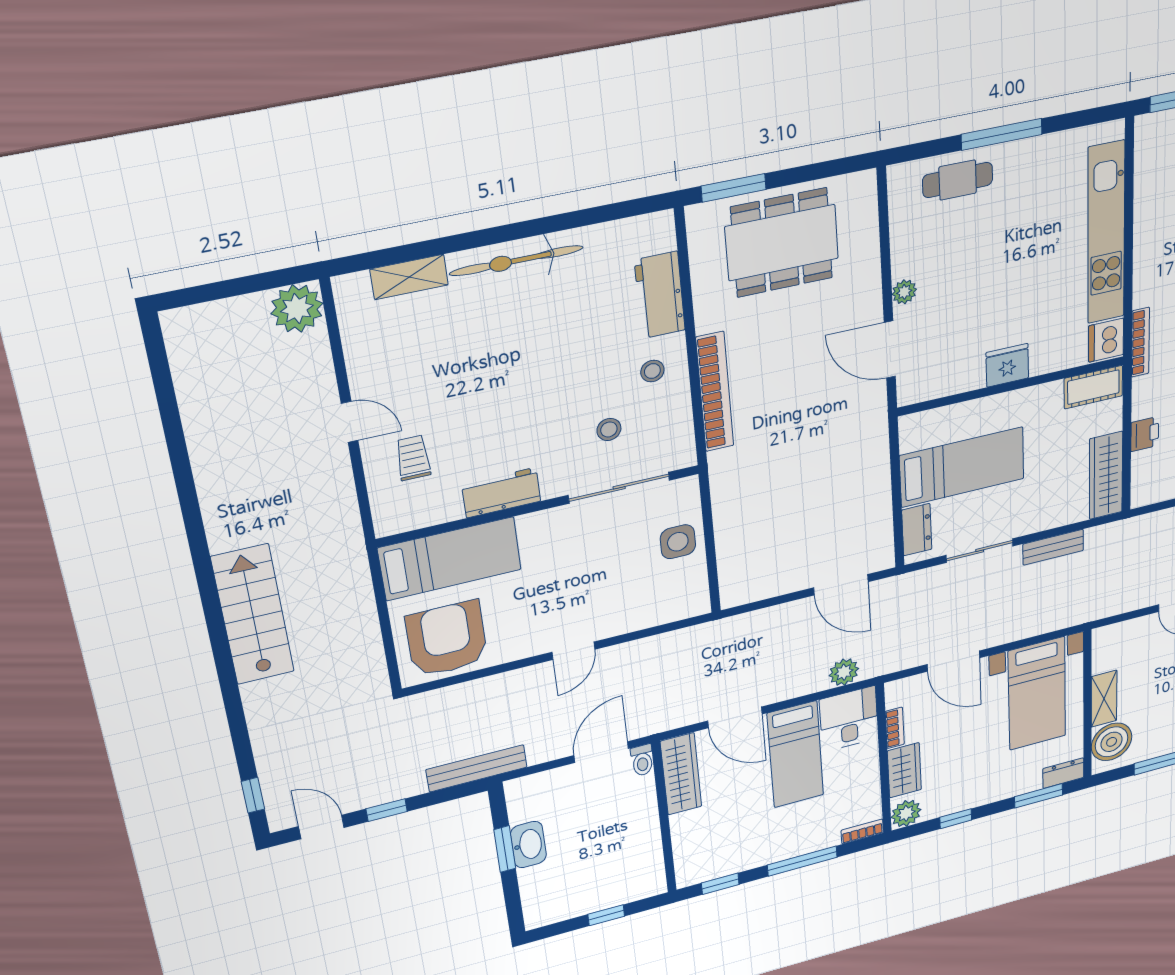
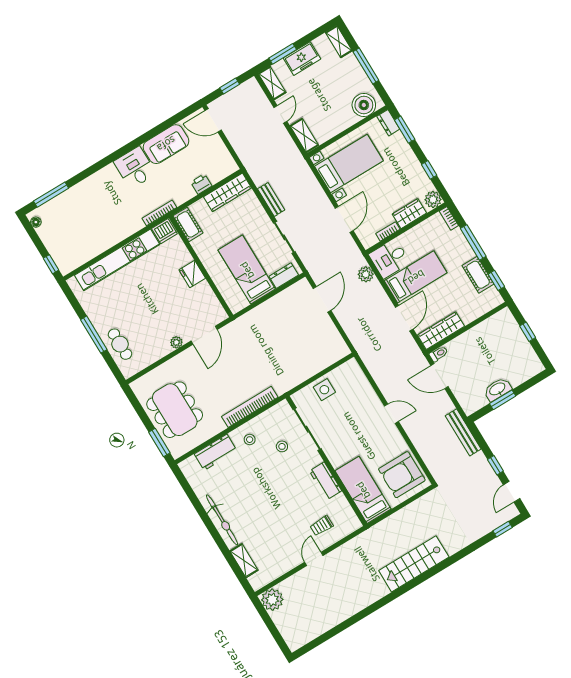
shelving: (1104, 699) -> (304, 136), moved, turned 90
cot: (745, 857) -> (478, 275), added

